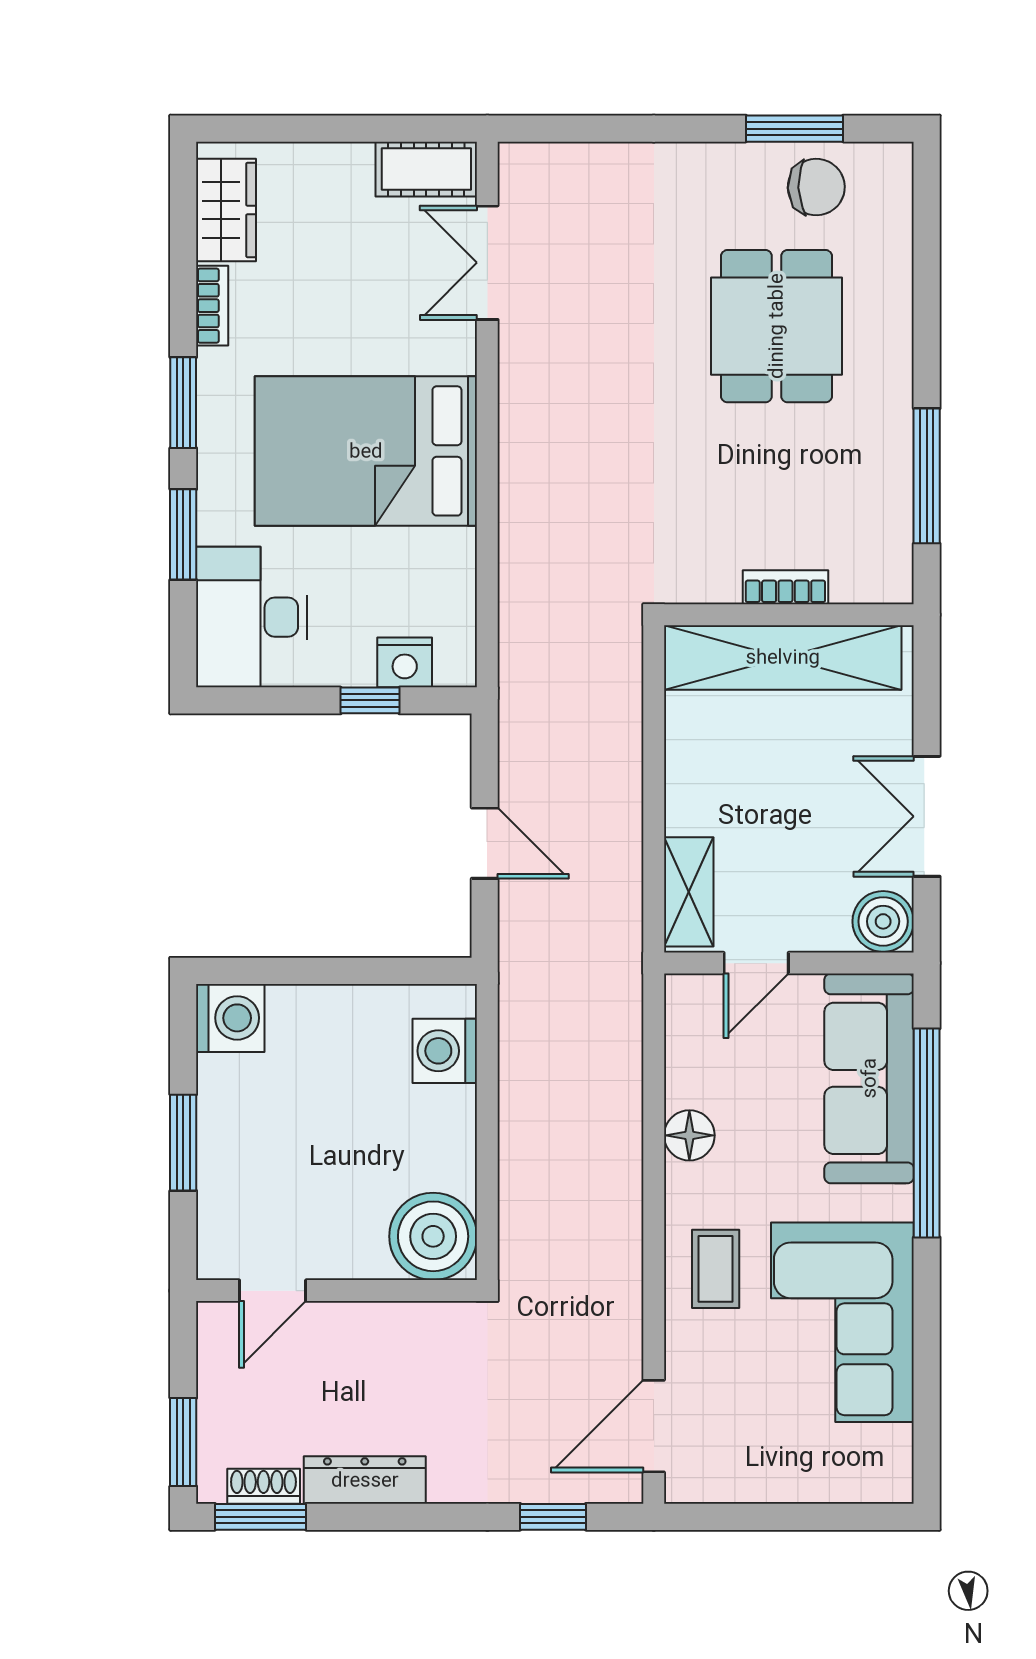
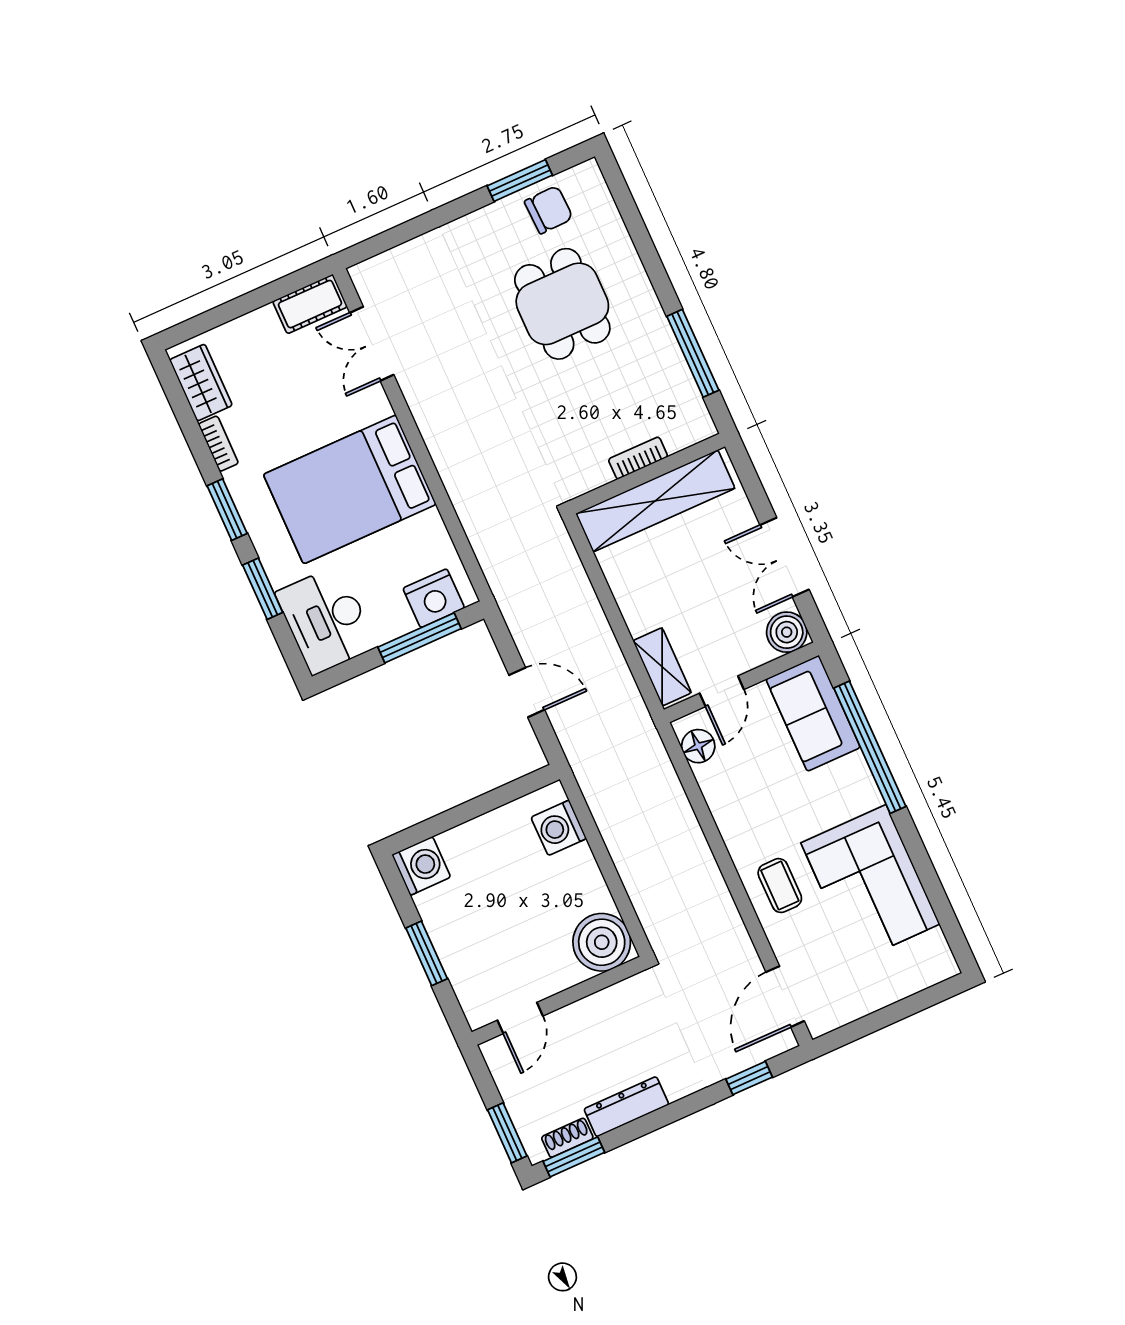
nightstand: (405, 662) -> (434, 598), width x1.36, depth x1.33
window: (370, 700) -> (419, 638), width x2.17
sofa: (869, 1078) -> (813, 713), width x0.73
floor lamp: (689, 1135) -> (698, 746), moved

